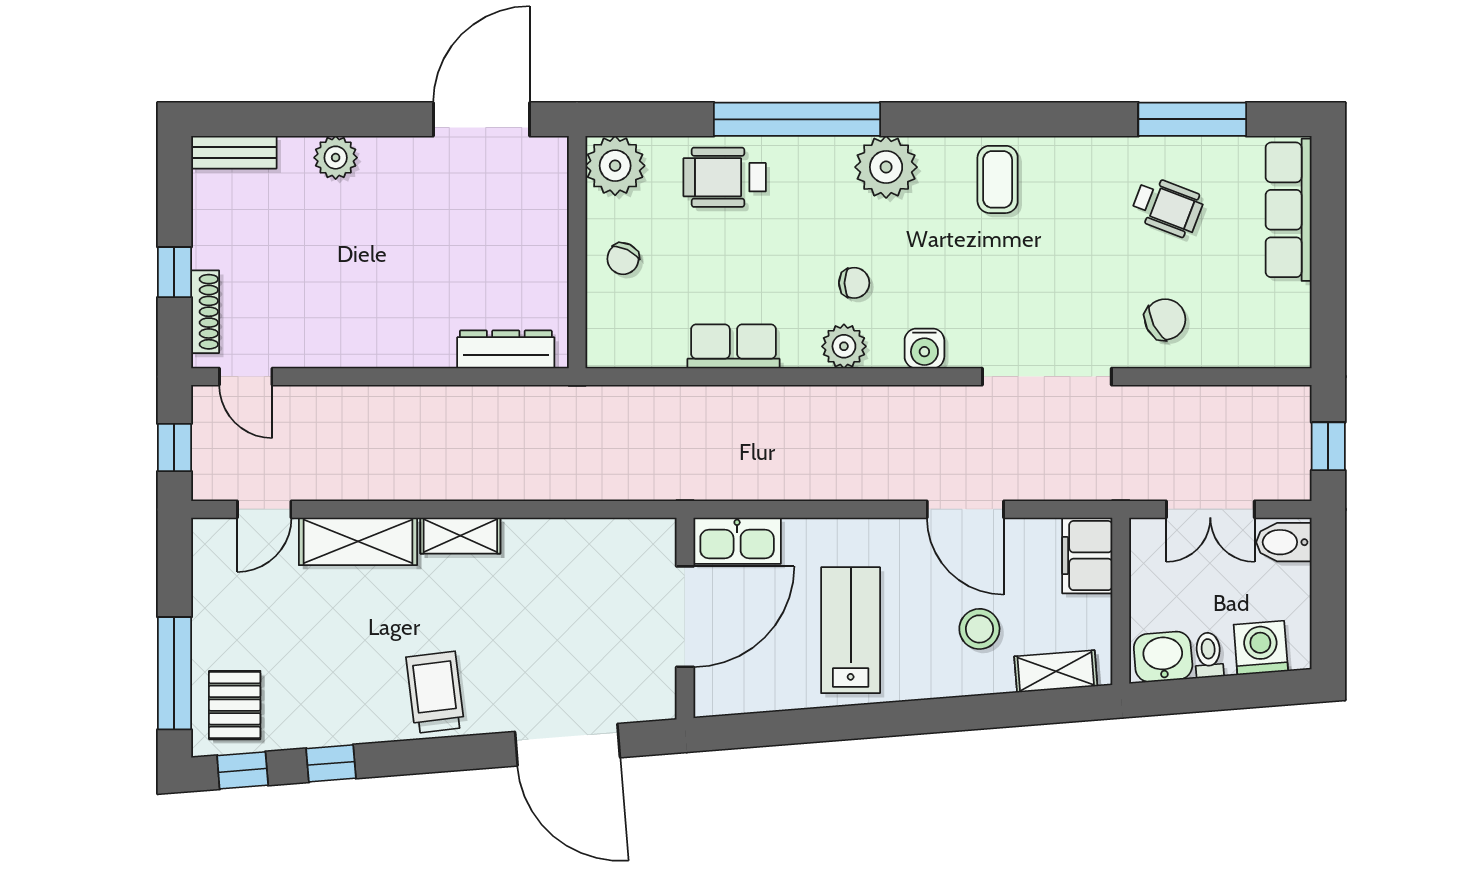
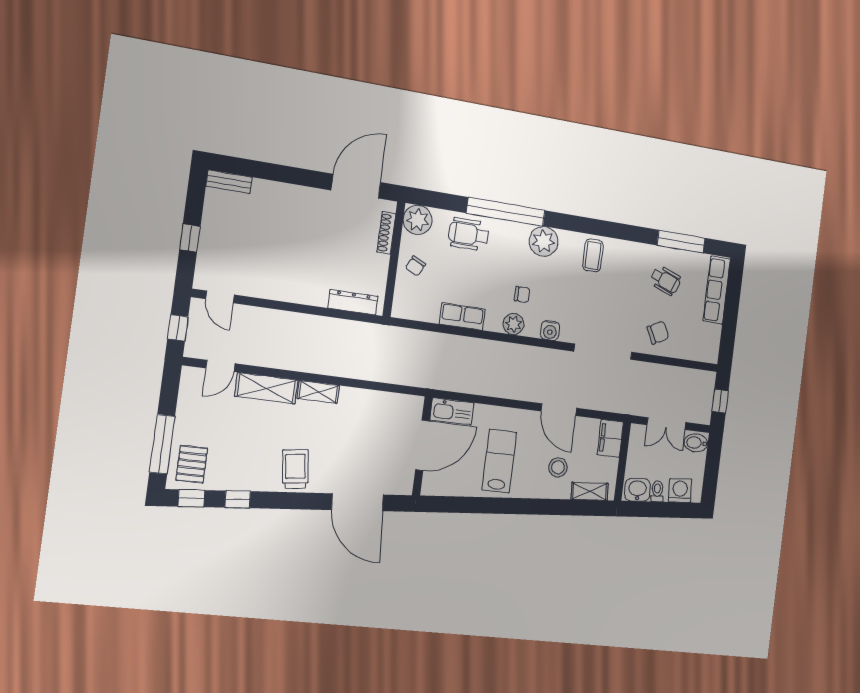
plant: (336, 158) -> (281, 193), removed
shoe rack: (205, 312) -> (386, 233), moved, turned 180

